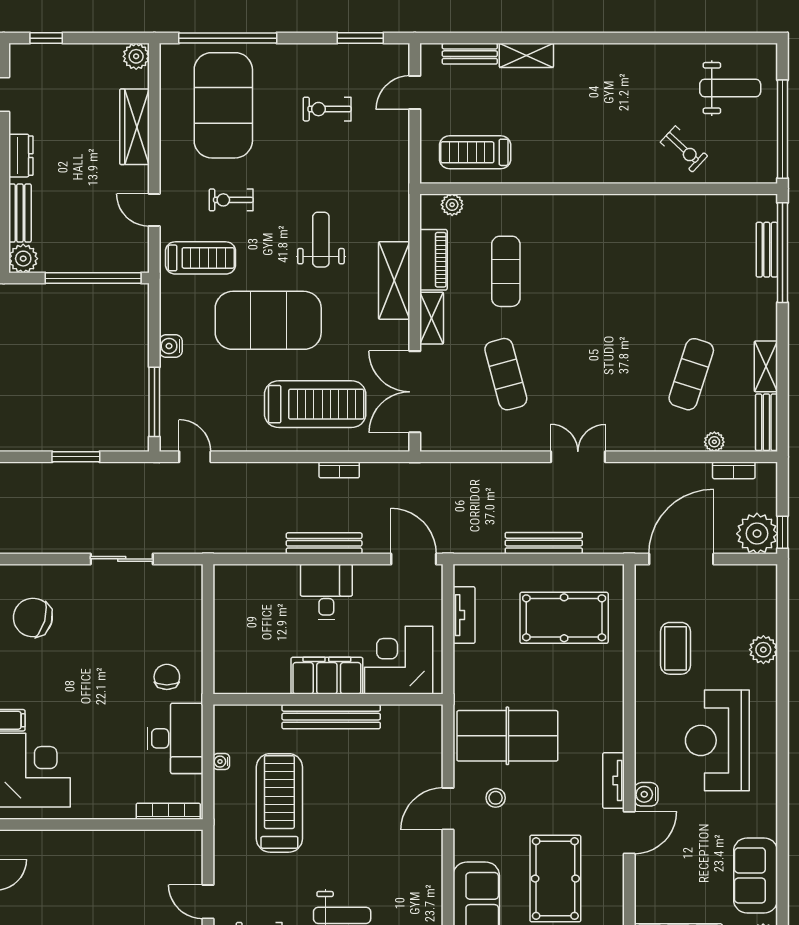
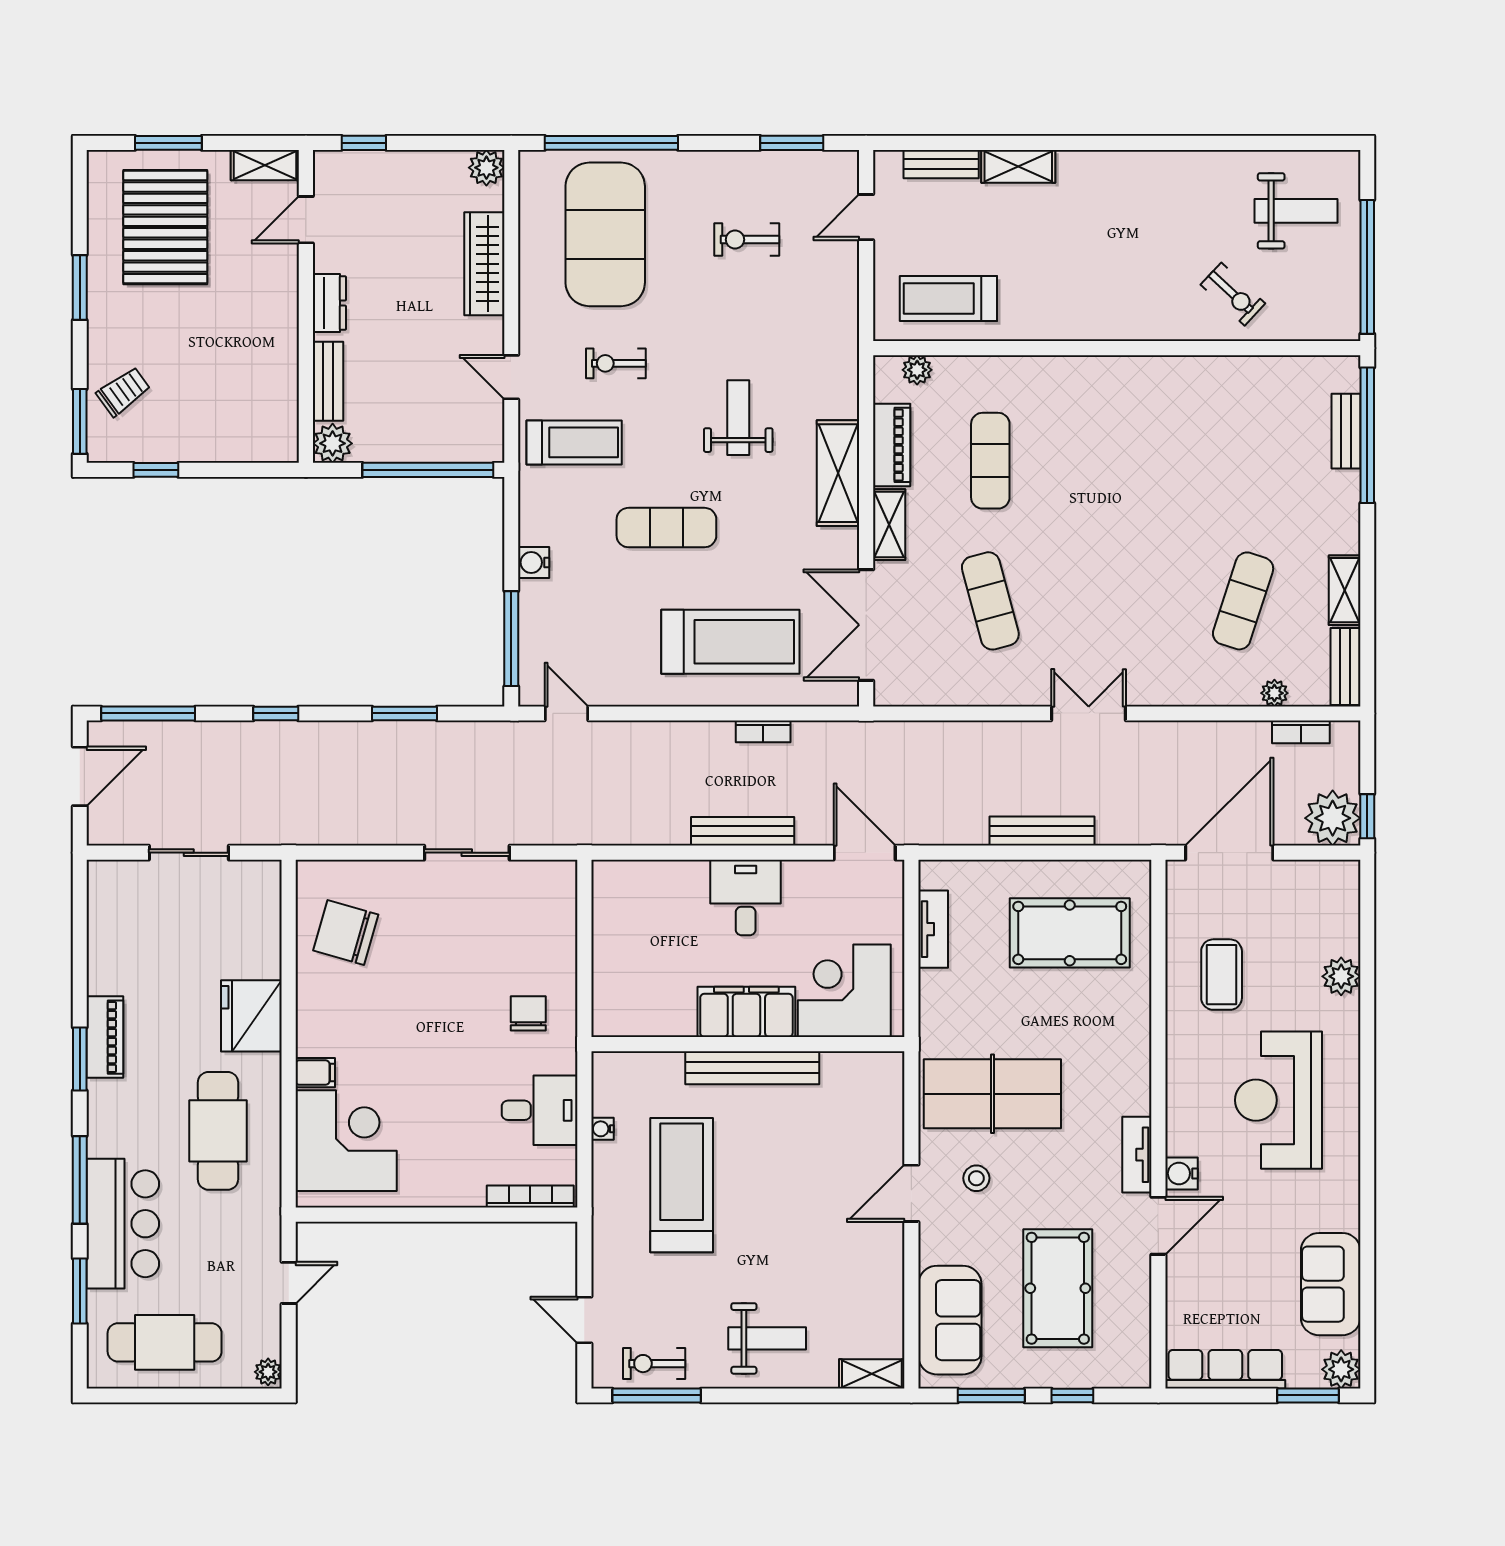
exercise mat: (268, 320) -> (666, 528), width x0.50, depth x0.69
desk: (175, 738) -> (540, 1110), width x0.73

